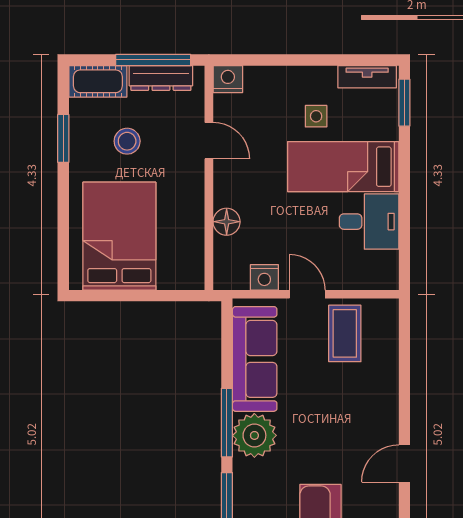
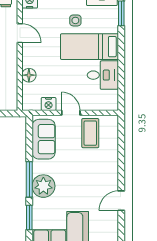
sofa: (255, 359) -> (44, 139), width x0.73

